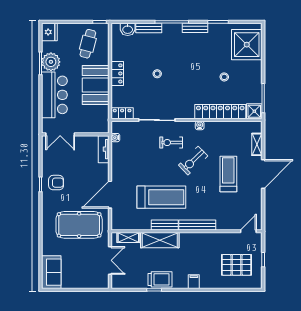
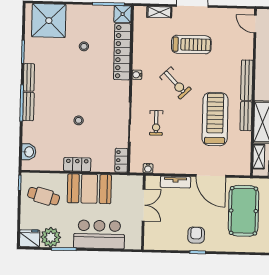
bench: (149, 28) -> (28, 106), moved
plant: (51, 62) -> (51, 237), moved
double door: (60, 134) -> (144, 205), moved
exercise bike: (171, 143) -> (156, 123), moved
tv unit: (104, 149) -> (175, 182), moved
treadmill: (228, 174) -> (191, 45), turned 180

